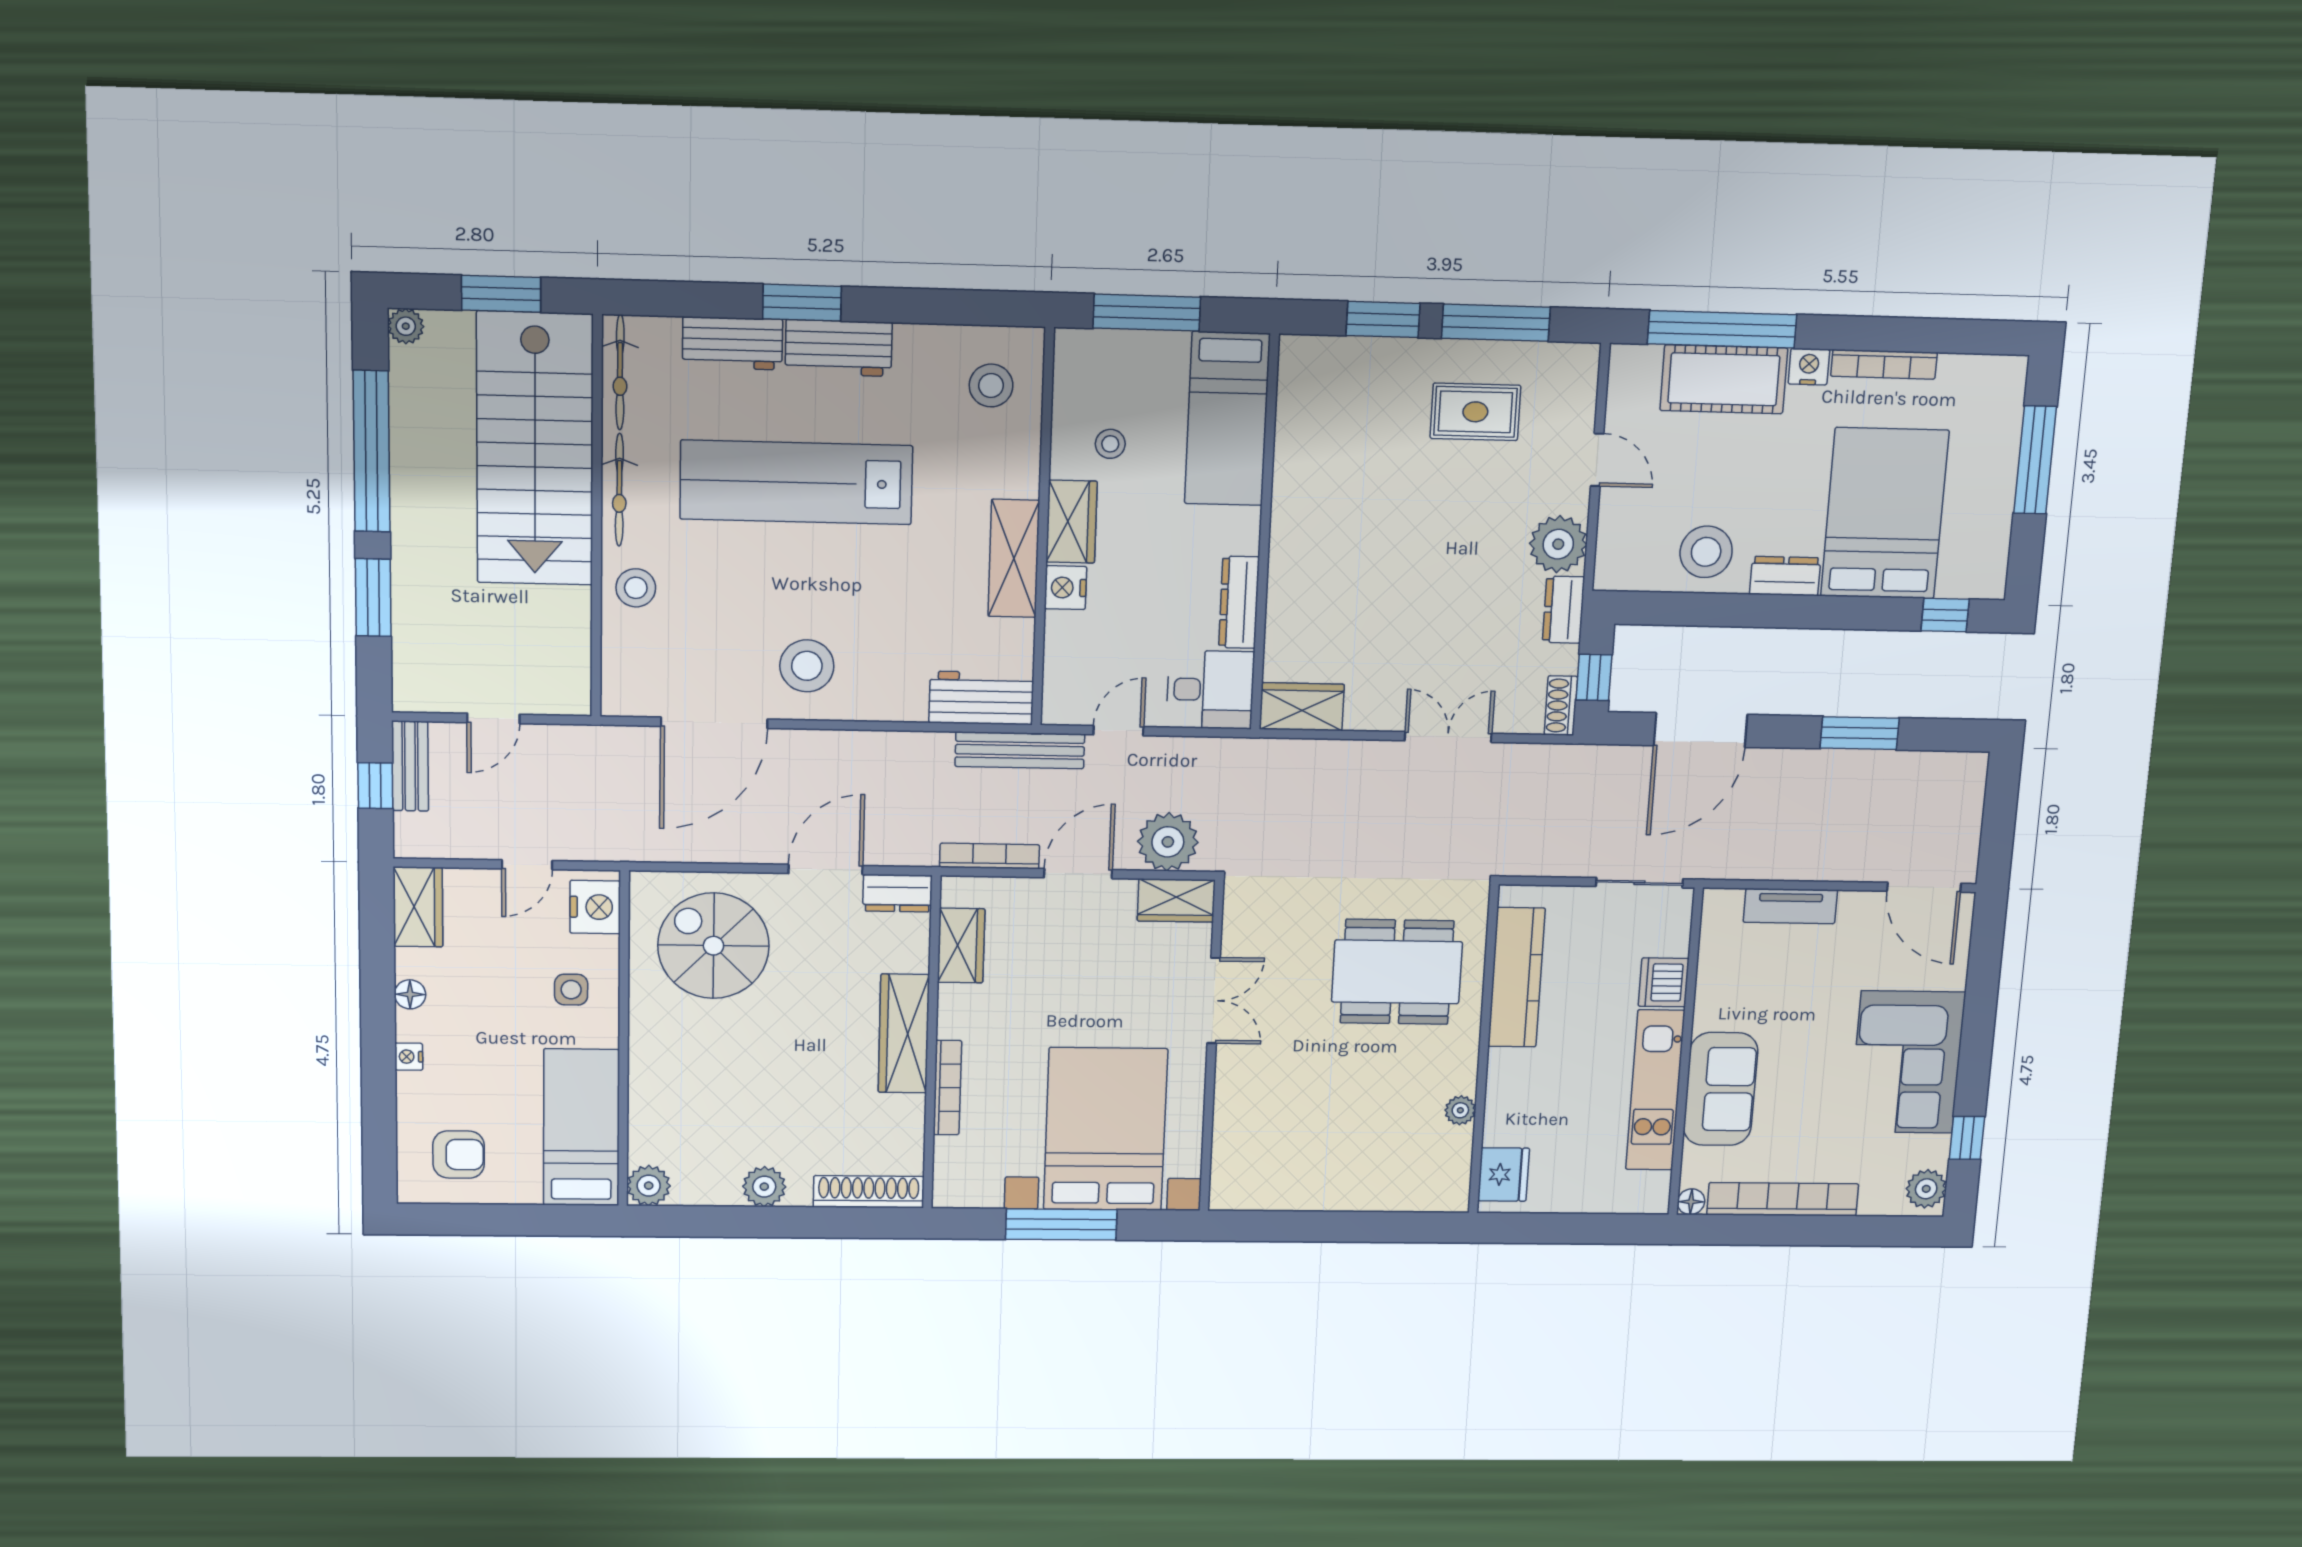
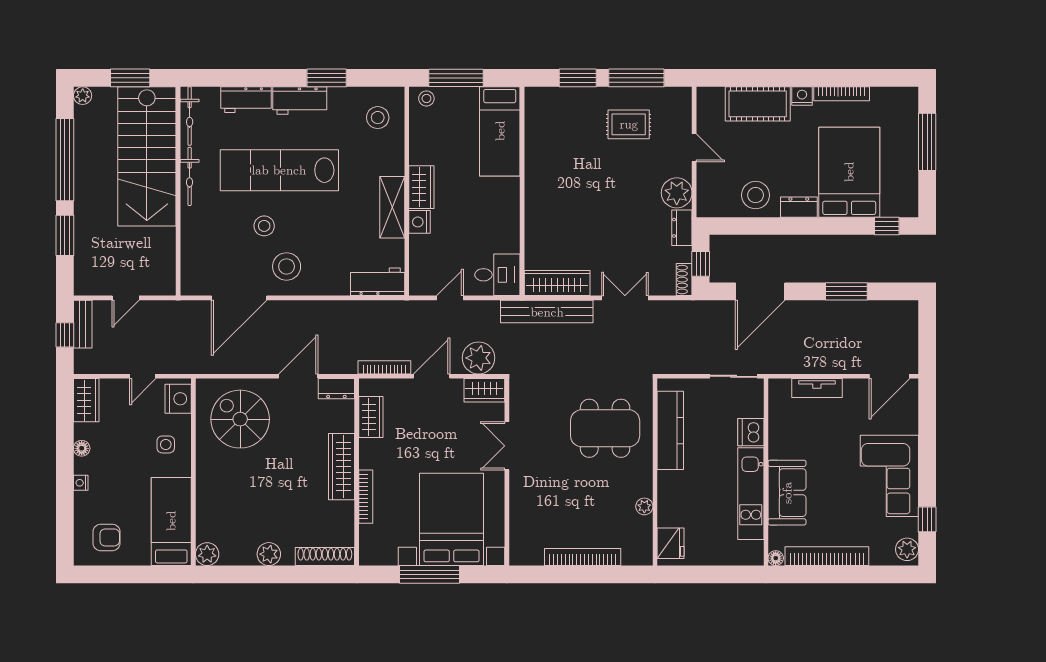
window: (802, 303) -> (327, 78), moved
window: (1722, 329) -> (755, 78), removed
stool: (1110, 444) -> (426, 98), moved
stool: (636, 588) -> (264, 226), moved
dresser: (1239, 602) -> (510, 228), removed
wardrobe: (1302, 707) -> (557, 283), width x1.50
bench: (1020, 750) -> (547, 312), moved, width x1.37, depth x1.21
door: (1924, 887) -> (889, 376), hinge flipped
double door: (1214, 1001) -> (507, 446), swing flipped
bookcase: (1343, 1197) -> (583, 557), added

